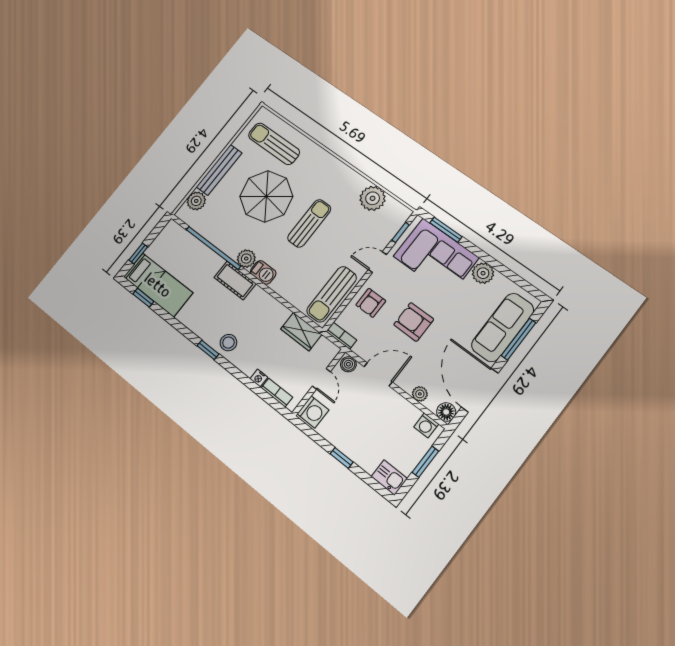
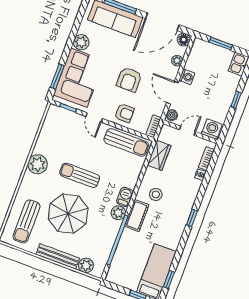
plant: (373, 198) -> (38, 164), moved
stool: (228, 343) -> (156, 194), moved
washing machine: (426, 425) -> (187, 77), moved

